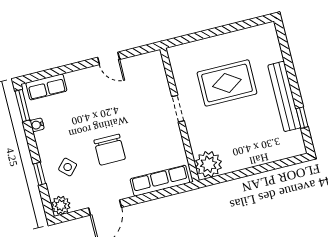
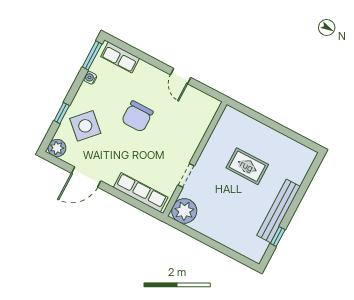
rug: (227, 83) -> (247, 166), width x0.73, depth x0.70
doorway: (178, 109) -> (186, 175), moved
chair: (110, 150) -> (137, 116), moved
side table: (68, 167) -> (85, 126), width x1.87, depth x1.87

